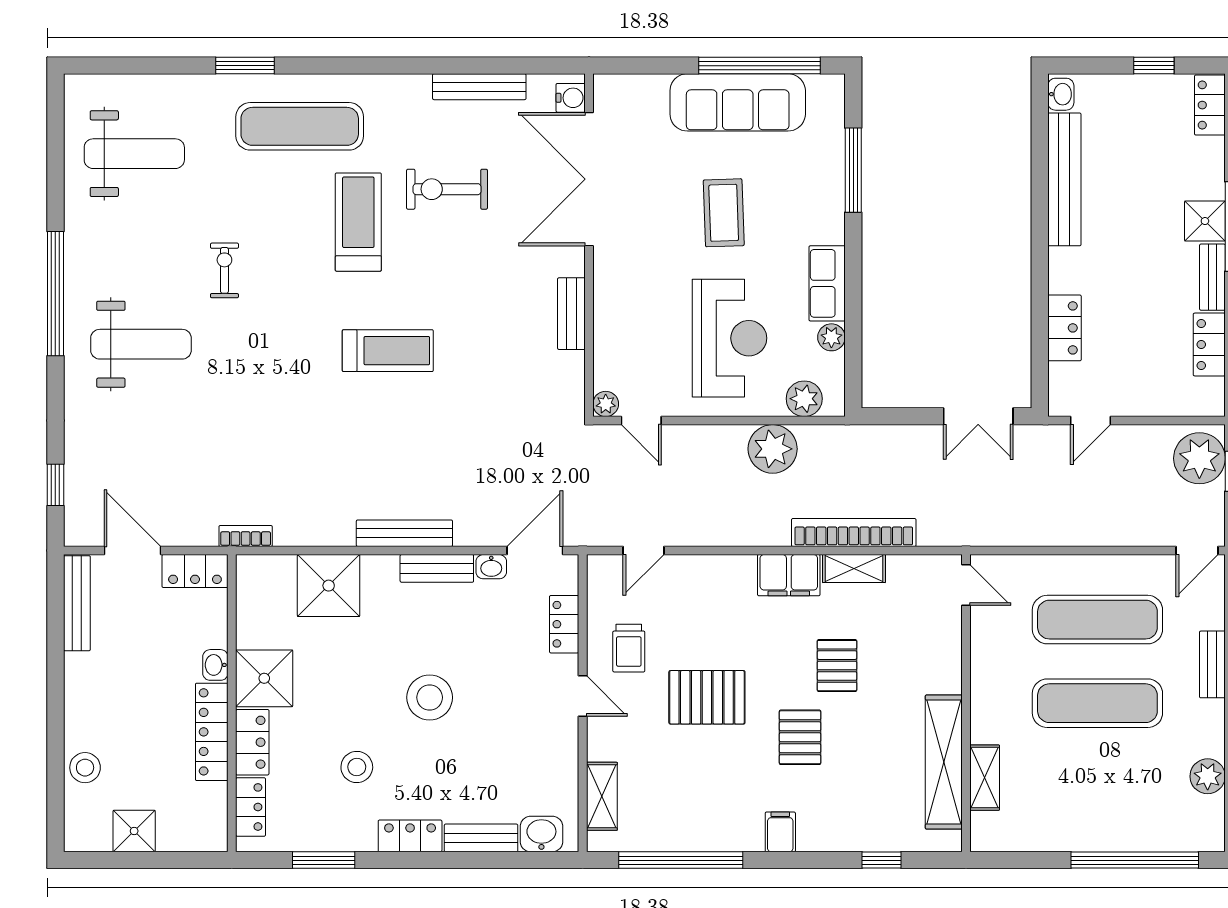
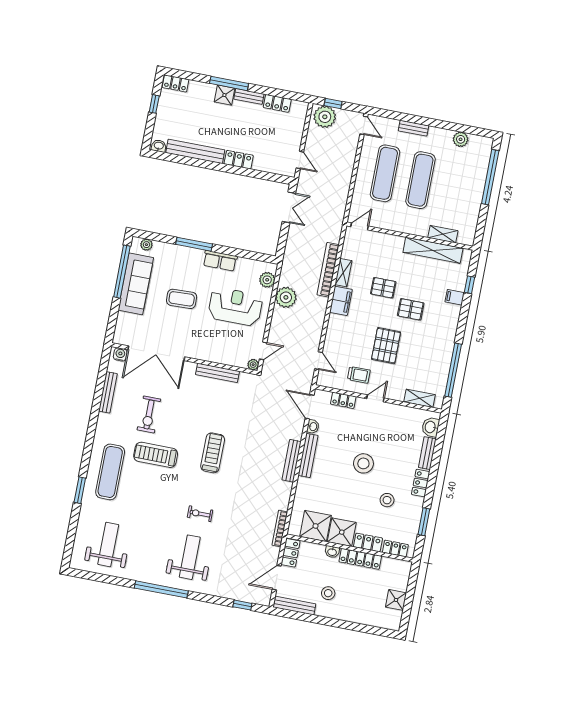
window: (853, 170) -> (194, 244), moved
exercise bike: (224, 270) -> (200, 514), moved
bench: (571, 314) -> (218, 373), width x1.36
locker: (1064, 328) -> (239, 160), moved
plant: (831, 337) -> (146, 245), moved
bookcase: (246, 536) -> (280, 528), width x1.56
bench: (437, 568) -> (308, 455), width x1.36
shower: (329, 586) -> (316, 526), moved
stool: (85, 768) -> (328, 593), moved
filing cabinet: (780, 832) -> (455, 297), moved

